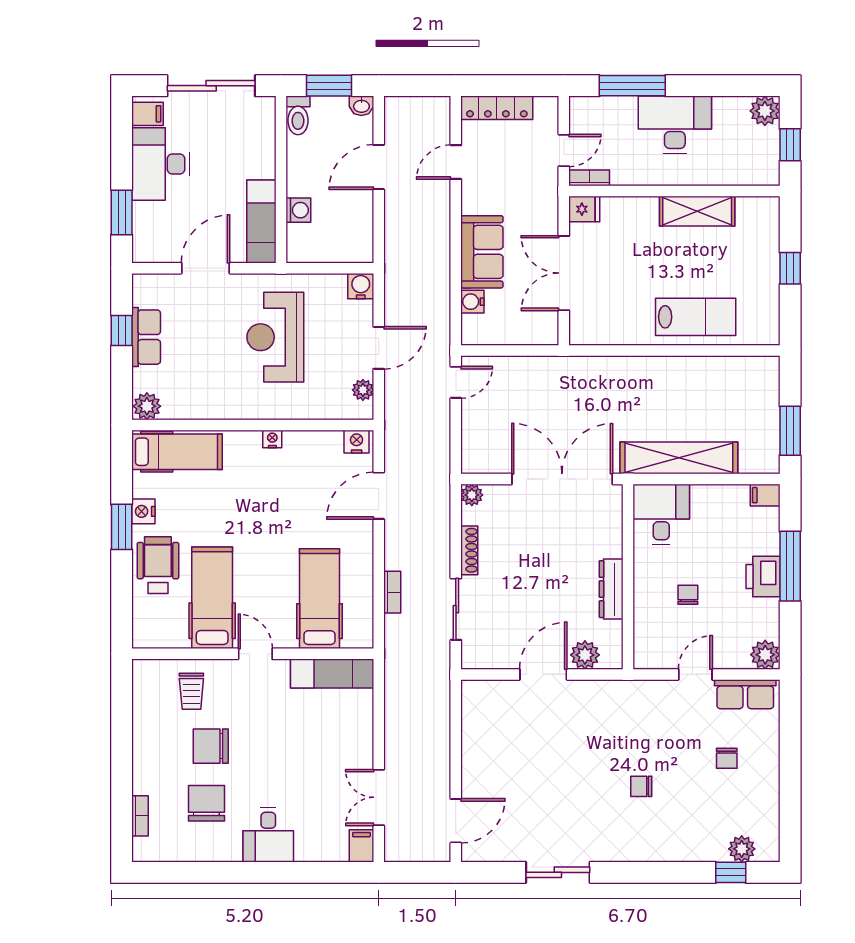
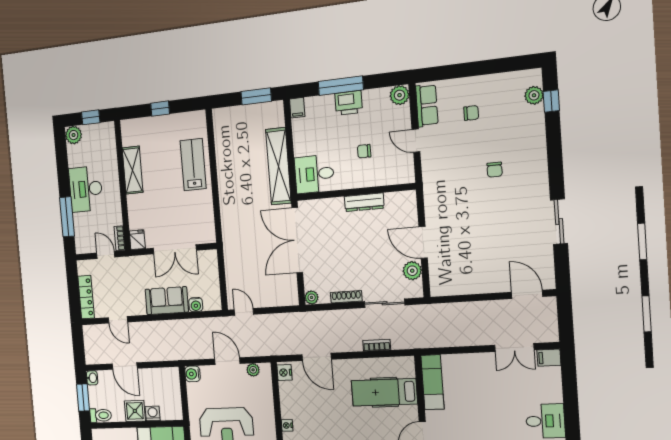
shower: (304, 178) -> (135, 411), added
plant: (585, 655) -> (412, 271), moved

